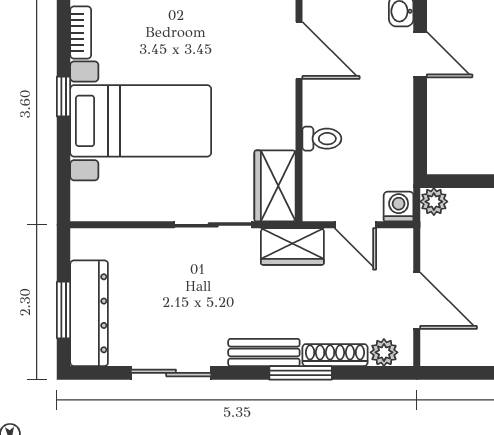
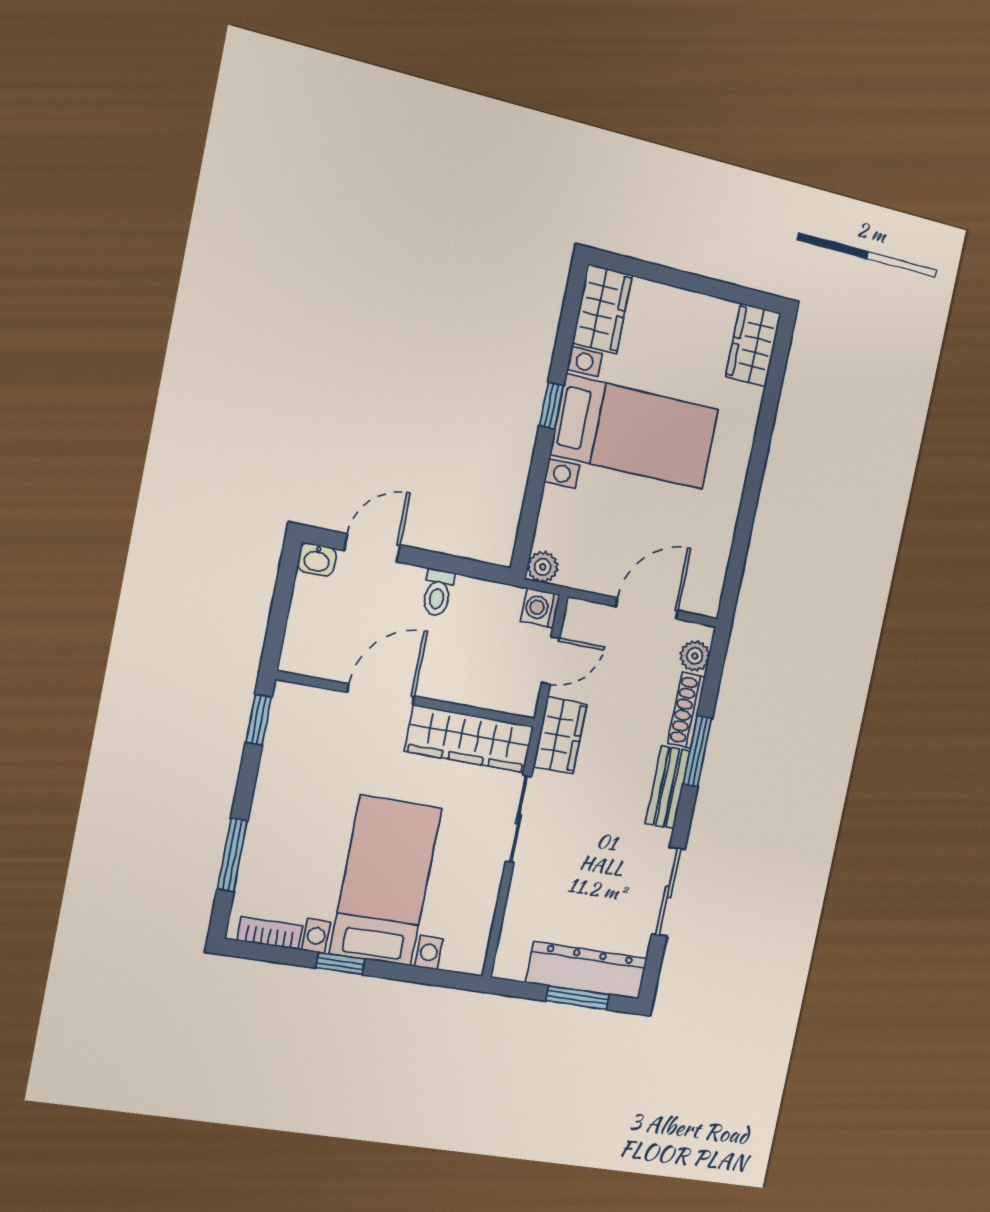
door: (299, 50) -> (381, 694), moved
toilet: (322, 139) -> (438, 593), moved, turned 180
wardrobe: (275, 186) -> (469, 739), width x1.50

